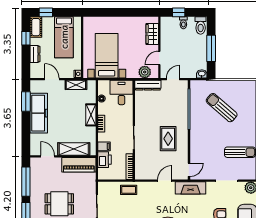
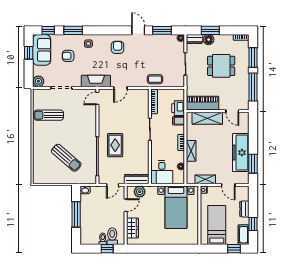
toilet: (201, 25) -> (112, 236), moved
rug: (168, 139) -> (115, 145), moved

